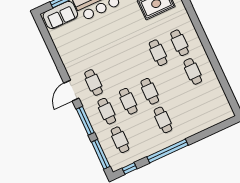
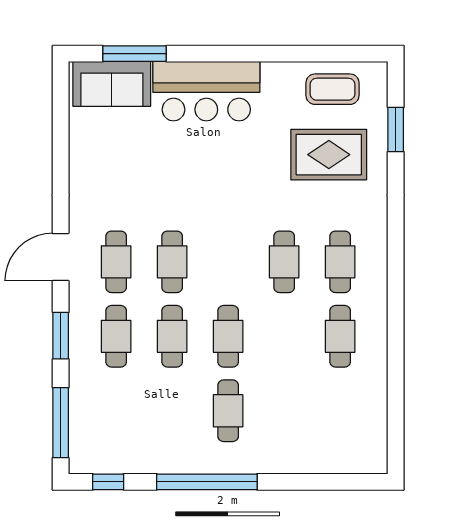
window: (85, 121) -> (61, 336), width x0.69
cafe table: (120, 140) -> (172, 262), moved

